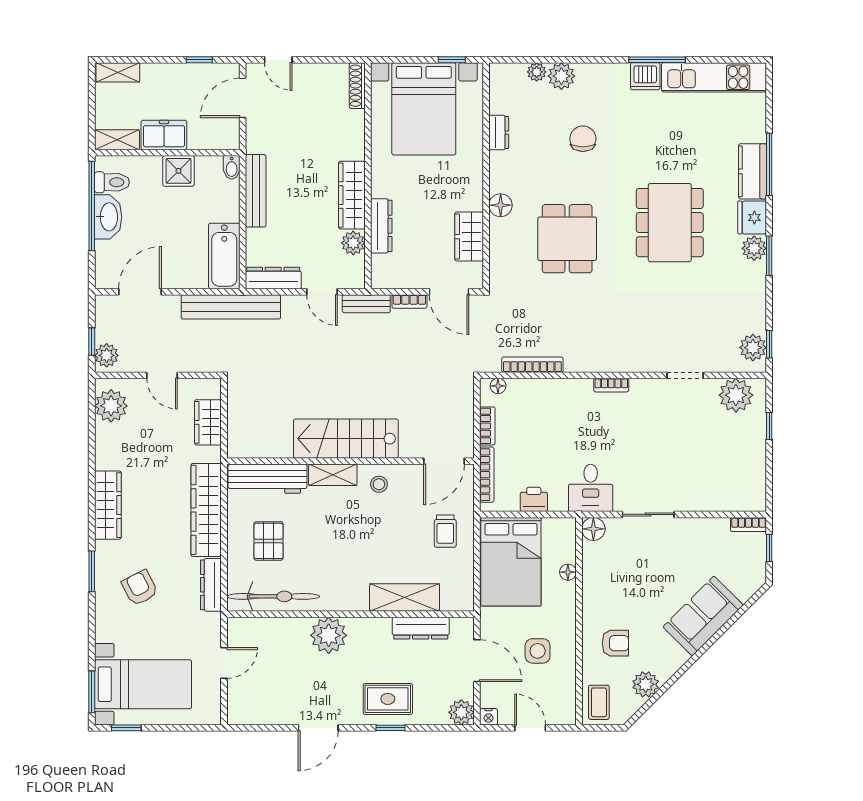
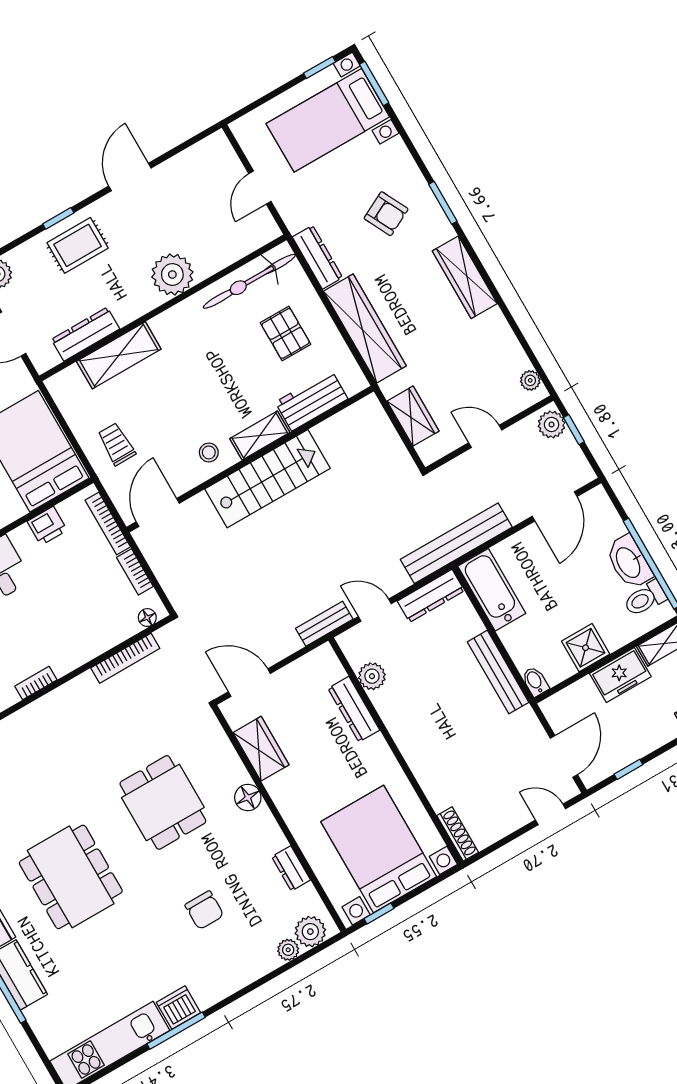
plant: (561, 76) -> (310, 932), moved
wardrobe: (352, 195) -> (400, 723), removed
bookcase: (409, 301) -> (283, 650), removed
plant: (111, 406) -> (530, 380), width x0.53, depth x0.53
workbench: (267, 479) -> (312, 401), width x0.73

